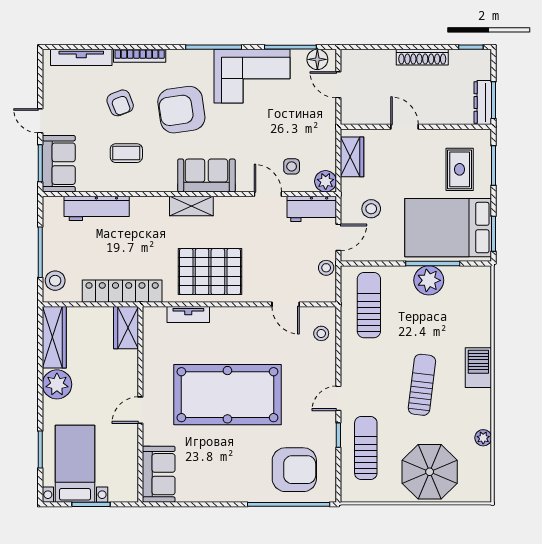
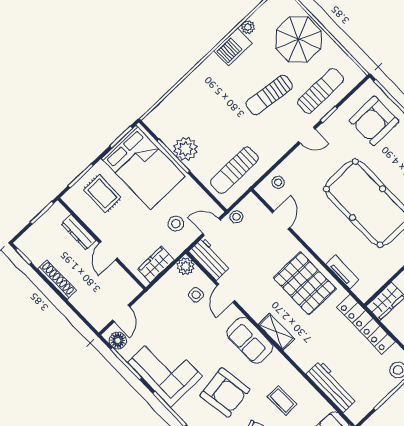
dresser: (483, 103) -> (78, 232), moved, turned 90
rug: (460, 169) -> (102, 194), turned 90
barbecue: (478, 368) -> (233, 47), moved
sun lounger: (422, 385) -> (269, 95), moved
sun lounger: (366, 448) -> (321, 91), turned 180
armchair: (294, 470) -> (374, 121), turned -90

